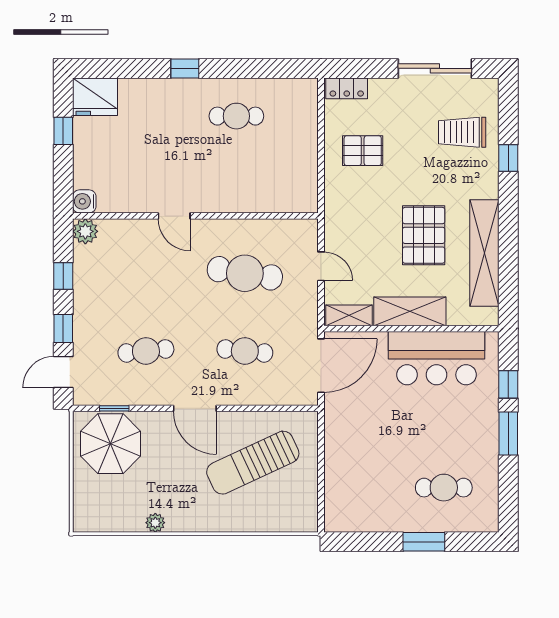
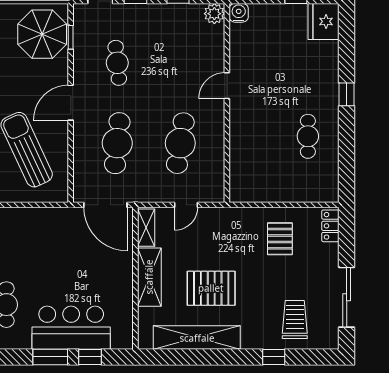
cafe table: (245, 351) -> (117, 143), width x1.37, depth x1.35
bar counter: (437, 358) -> (71, 328), moved, turned 90

